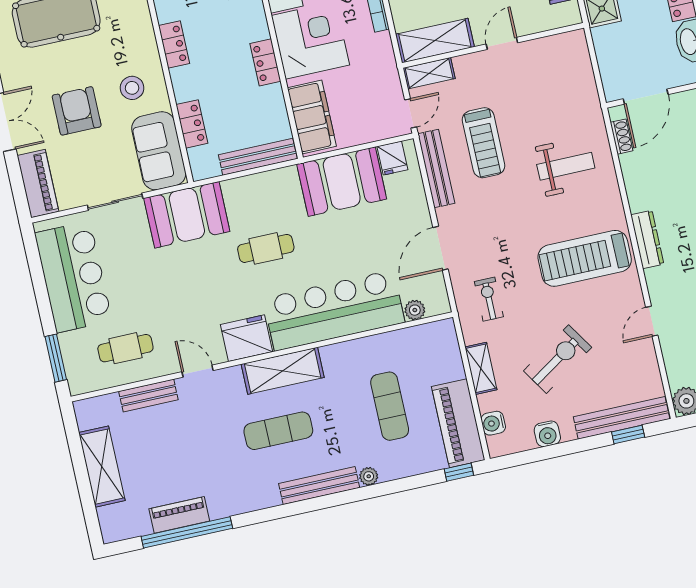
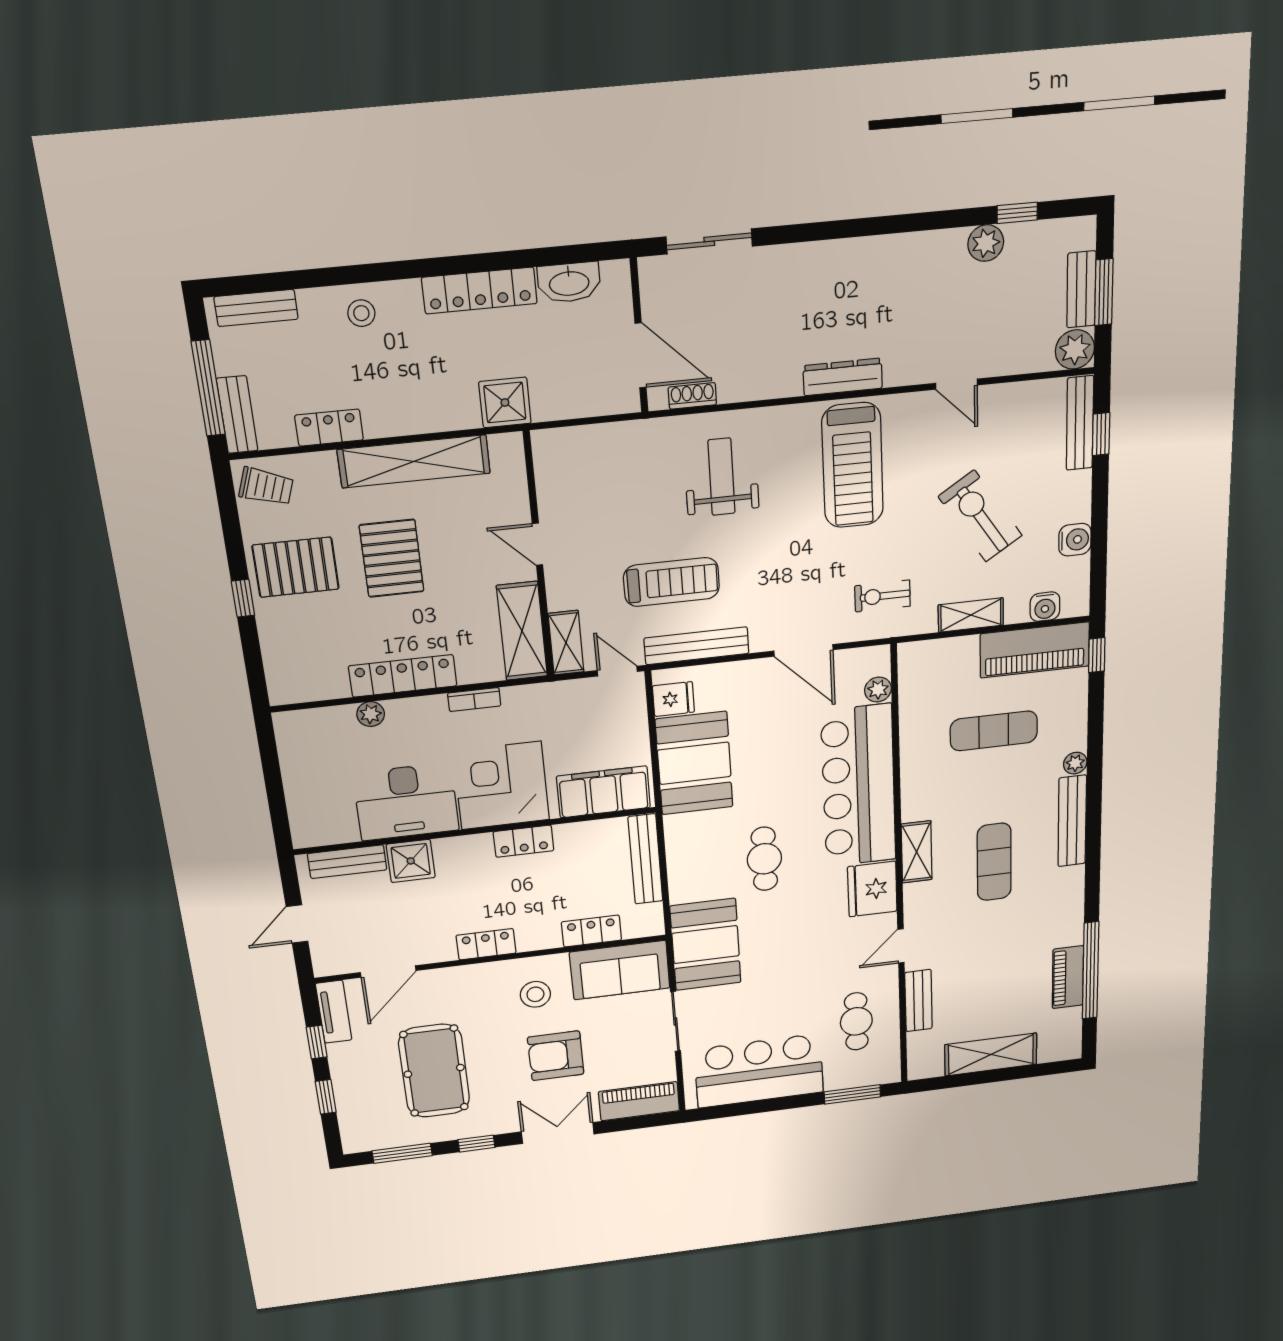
shelving: (283, 371) -> (917, 852), width x0.67, depth x0.75
bench: (622, 418) -> (1080, 423), width x0.73, depth x0.82

